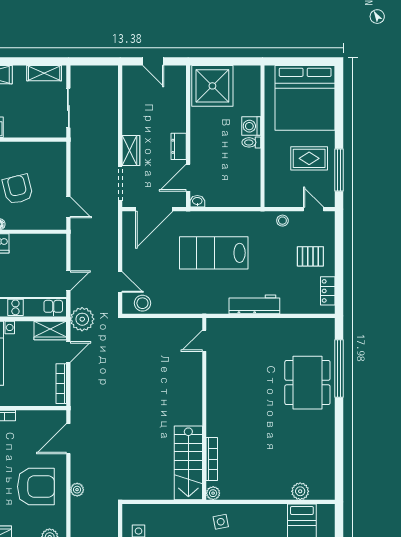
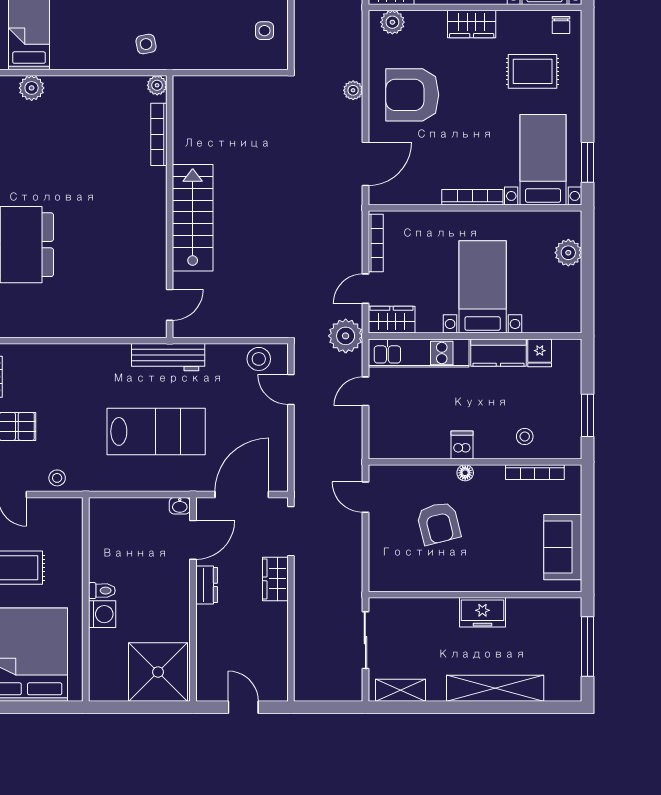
workbench: (254, 304) -> (168, 357), moved
stairs: (188, 463) -> (193, 218), moved

